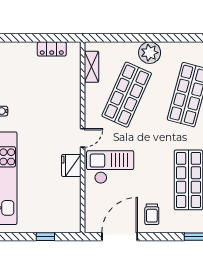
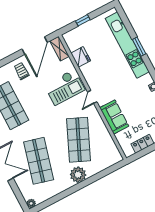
shelving: (92, 67) -> (59, 49), moved
sofa: (69, 99) -> (114, 117), added
fridge: (71, 165) -> (81, 57), moved

